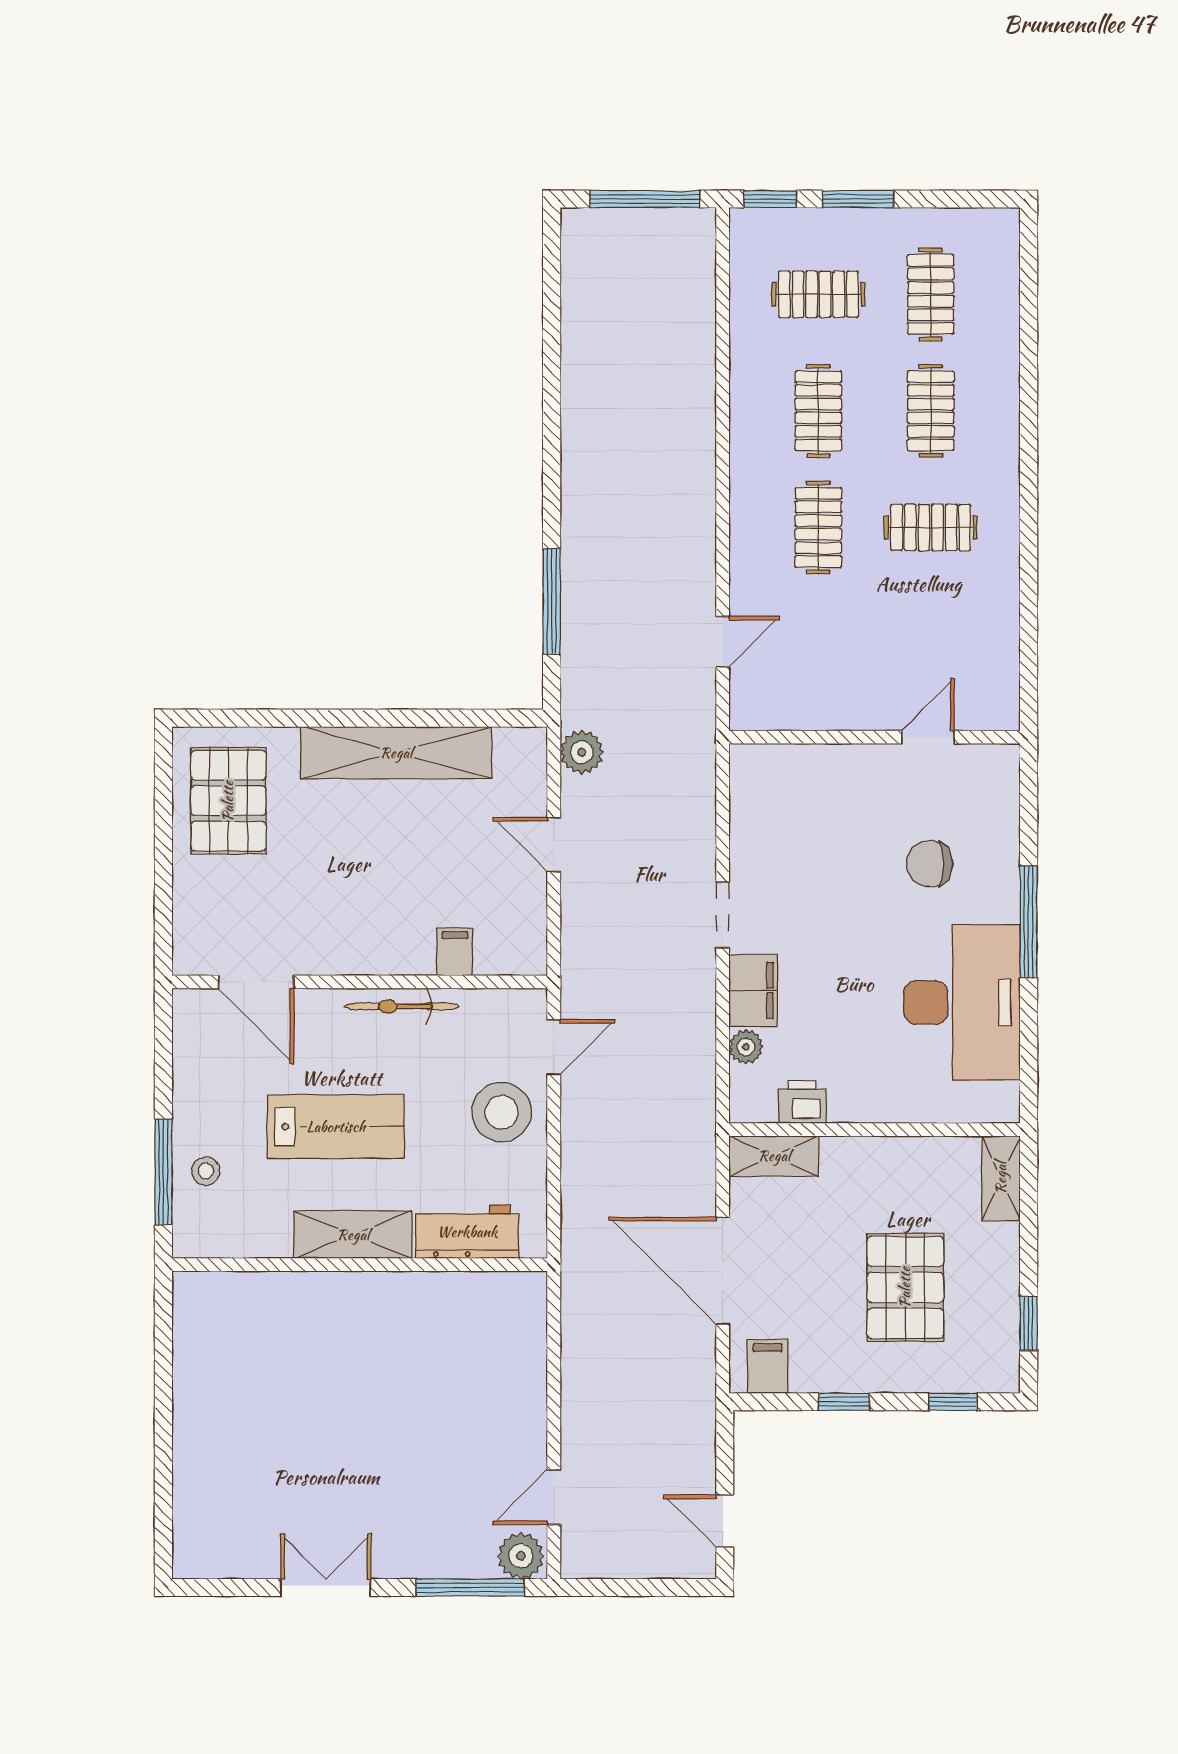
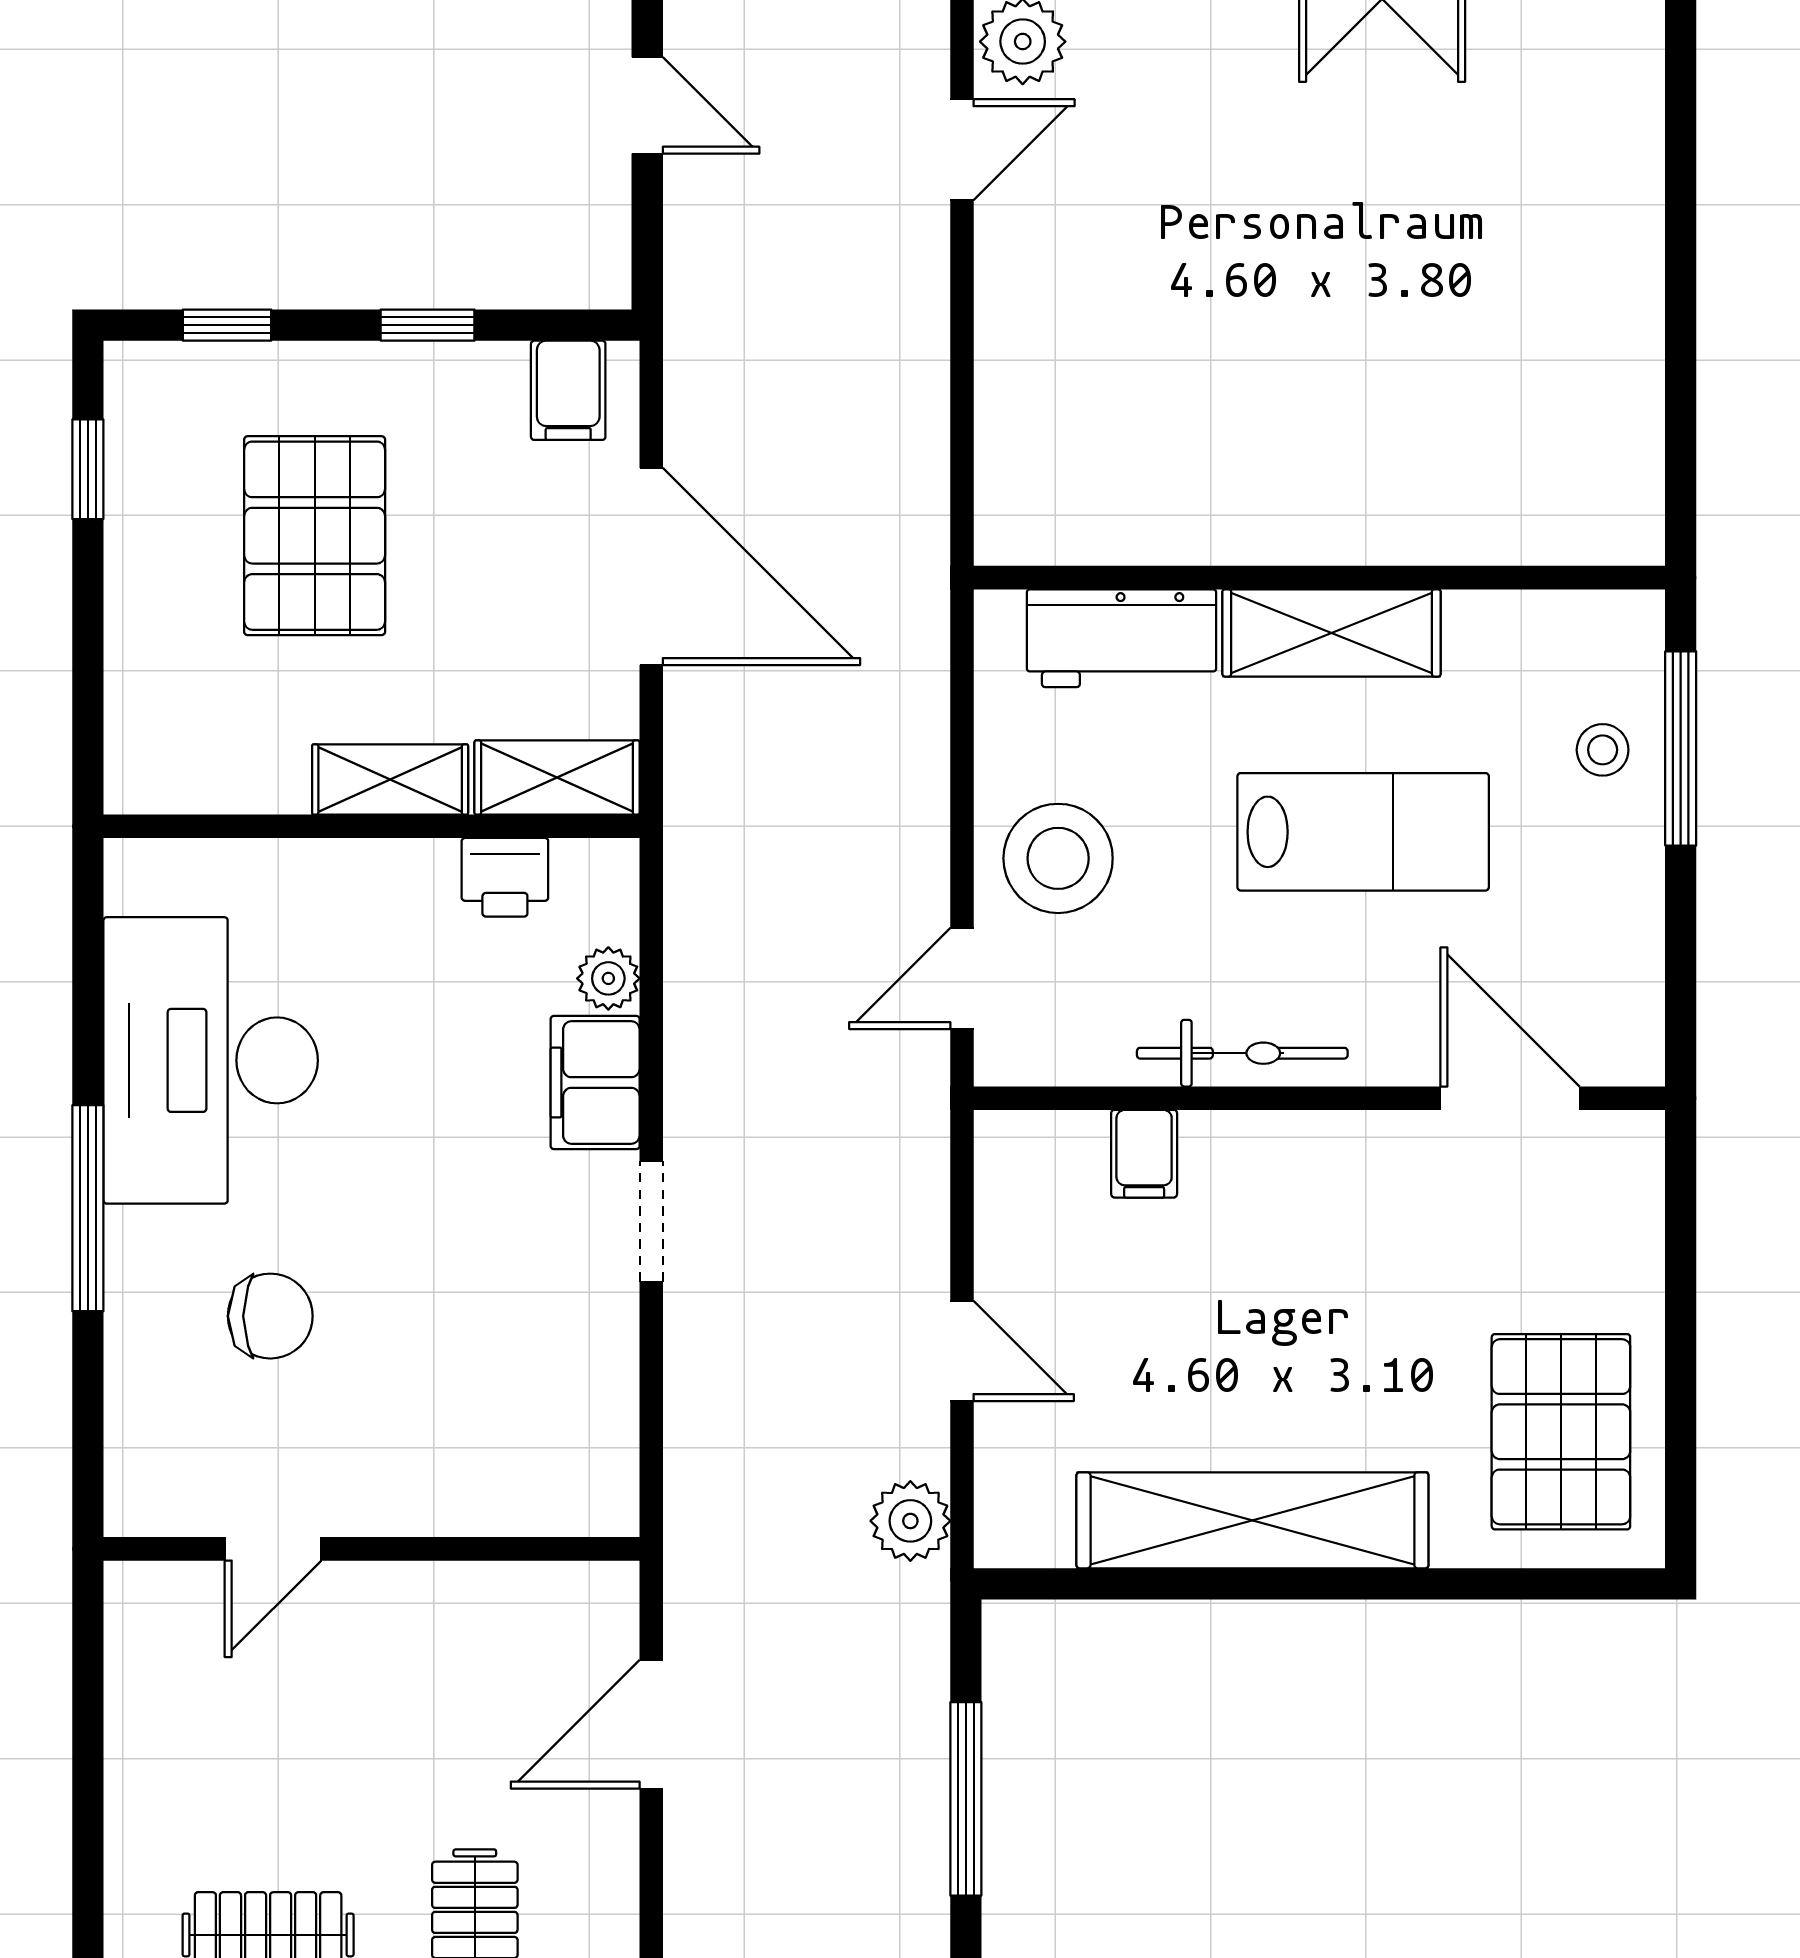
door: (723, 642) -> (651, 1724), width x1.38
lab bench: (336, 1127) -> (1363, 832), turned 180
shelving: (1001, 1178) -> (390, 779), moved, turned 90

